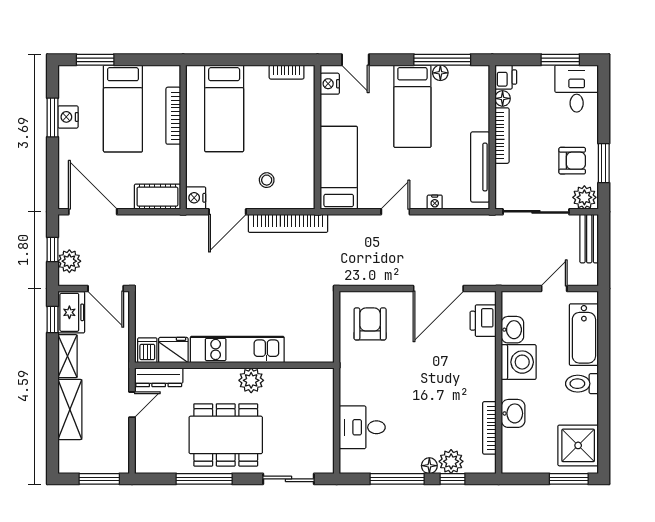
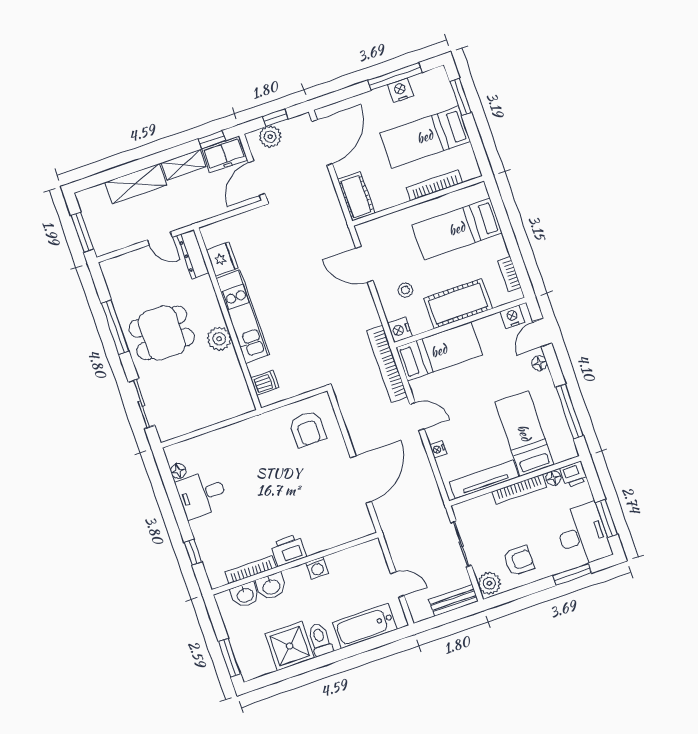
floor lamp: (440, 73) -> (539, 363), moved
desk: (577, 89) -> (583, 535), width x1.37
bed: (412, 106) -> (524, 433), moved, turned 90
window: (52, 118) -> (395, 76), width x1.44
cot: (298, 133) -> (458, 304), added
armchair: (572, 161) -> (519, 561), turned -90
window: (604, 163) -> (572, 574), moved
nightstand: (196, 198) -> (400, 330), moved, turned -90
sliding door: (536, 212) -> (461, 544), width x0.73
bookcase: (288, 223) -> (387, 364), moved
door: (438, 289) -> (361, 480), swing flipped
printer: (483, 321) -> (288, 550), moved
armchair: (370, 324) -> (308, 429), turned 90
washbasin: (512, 330) -> (245, 595), moved
dishwasher: (147, 350) -> (265, 383), moved
washing machine: (519, 362) -> (317, 568), width x0.53, depth x0.53
desk: (362, 427) -> (202, 494), moved, turned -90
dining table: (226, 435) -> (162, 333), width x0.73
shower: (578, 445) -> (290, 646), moved
plant: (451, 461) -> (208, 545), removed
floor lamp: (429, 466) -> (178, 471), moved
window: (397, 479) -> (176, 502), removed

